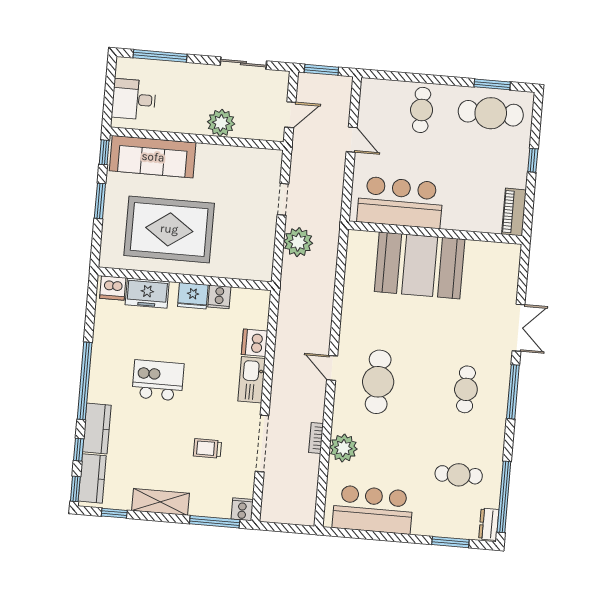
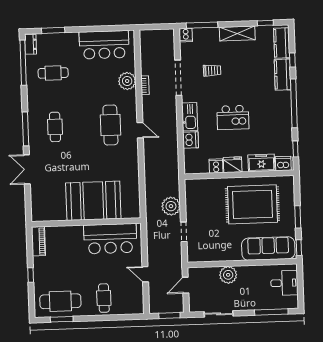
kitchen island: (158, 380) -> (233, 117), moved
window: (75, 489) -> (295, 149), moved

